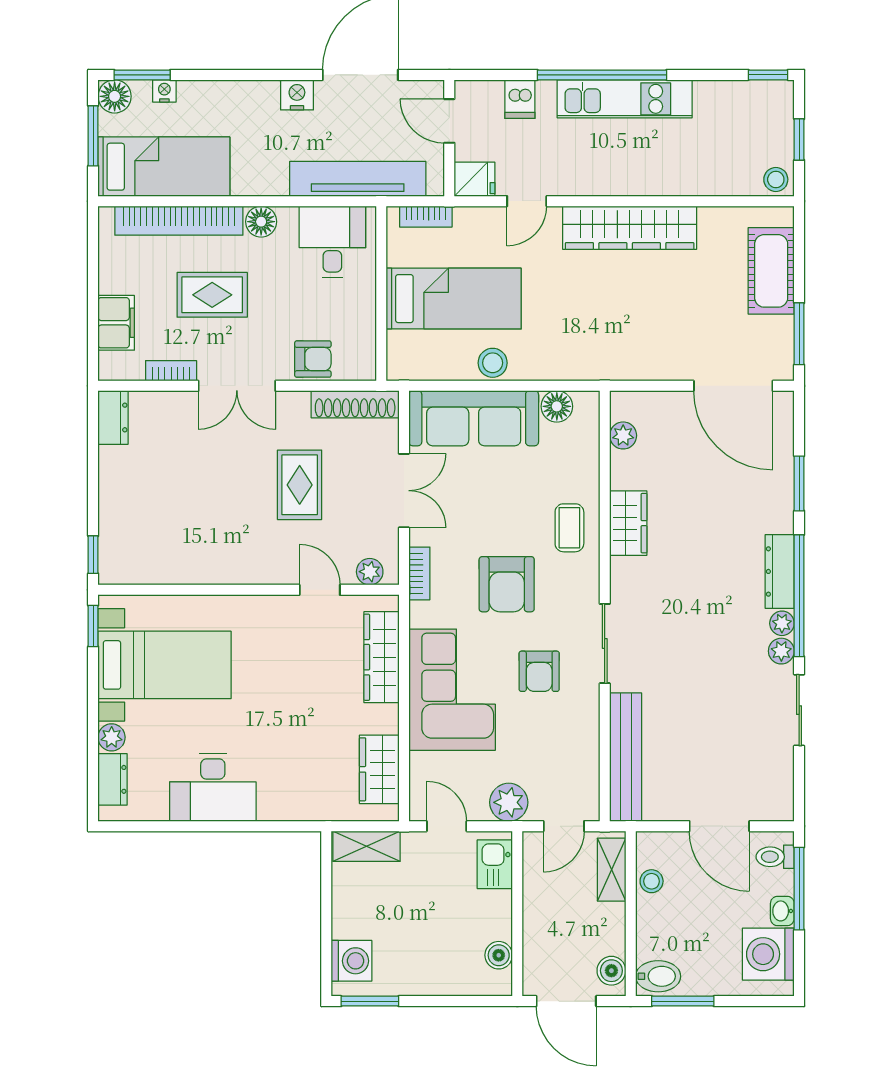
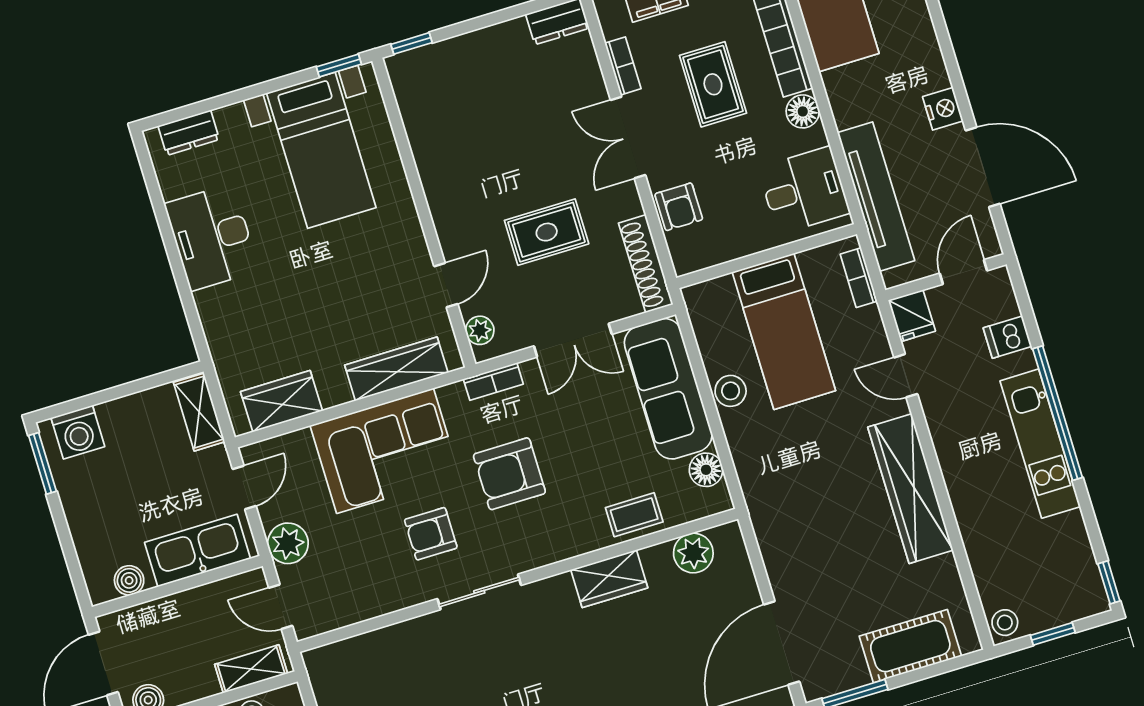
plant: (623, 435) -> (693, 553), width x1.38, depth x1.38
coffee table: (569, 528) -> (634, 515), moved
plant: (112, 737) -> (231, 119), removed
bench: (626, 757) -> (370, 648), removed
kitchen sink: (495, 864) -> (198, 551), width x1.87, depth x1.24

